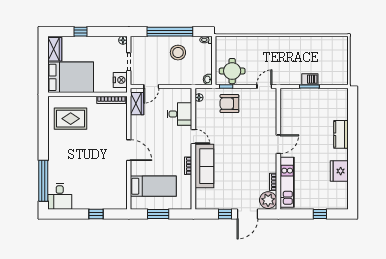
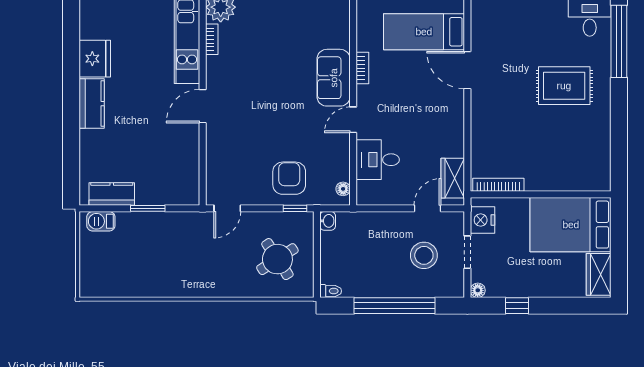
window: (80, 32) -> (517, 306), moved
stool: (178, 53) -> (424, 255), moved
round table: (232, 71) -> (277, 259), moved, turned -33
barbecue: (310, 79) -> (101, 221), moved
kitchen counter: (330, 95) -> (112, 194), added
armchair: (229, 104) -> (289, 178), turned -90
rug: (71, 119) -> (564, 86), moved
kitchen counter: (341, 134) -> (92, 104), moved
door: (193, 137) -> (353, 120), hinge flipped
door: (129, 150) -> (467, 70), moved
sofa: (204, 166) -> (334, 78), width x0.73

